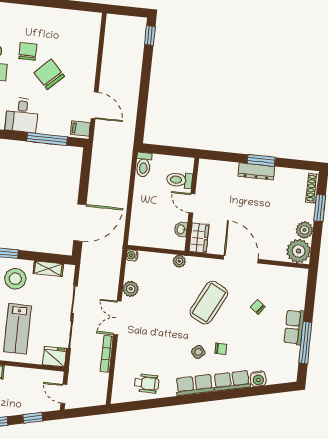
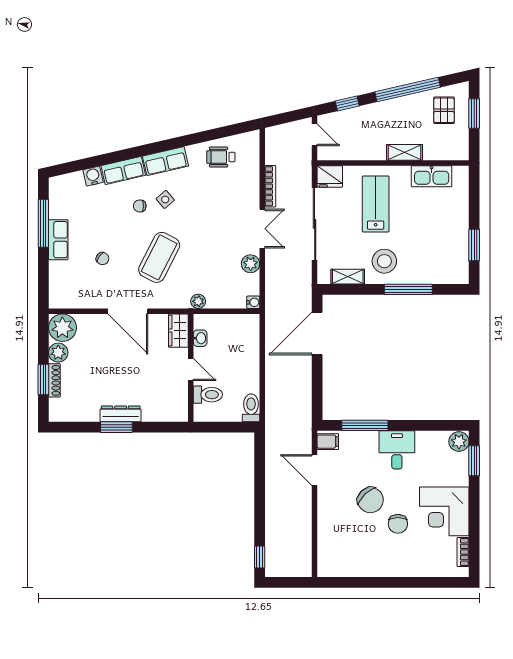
shoe rack: (312, 188) -> (54, 380), moved

